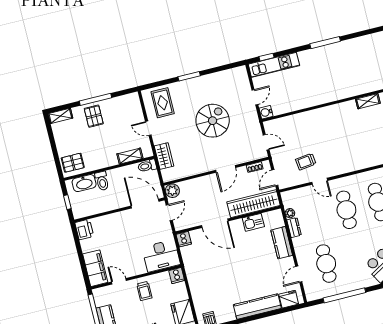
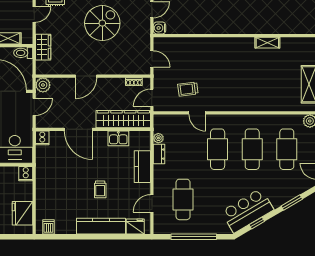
door: (148, 128) -> (34, 14), swing flipped
door: (226, 169) -> (86, 76), moved
trolley: (248, 273) -> (100, 189), added

